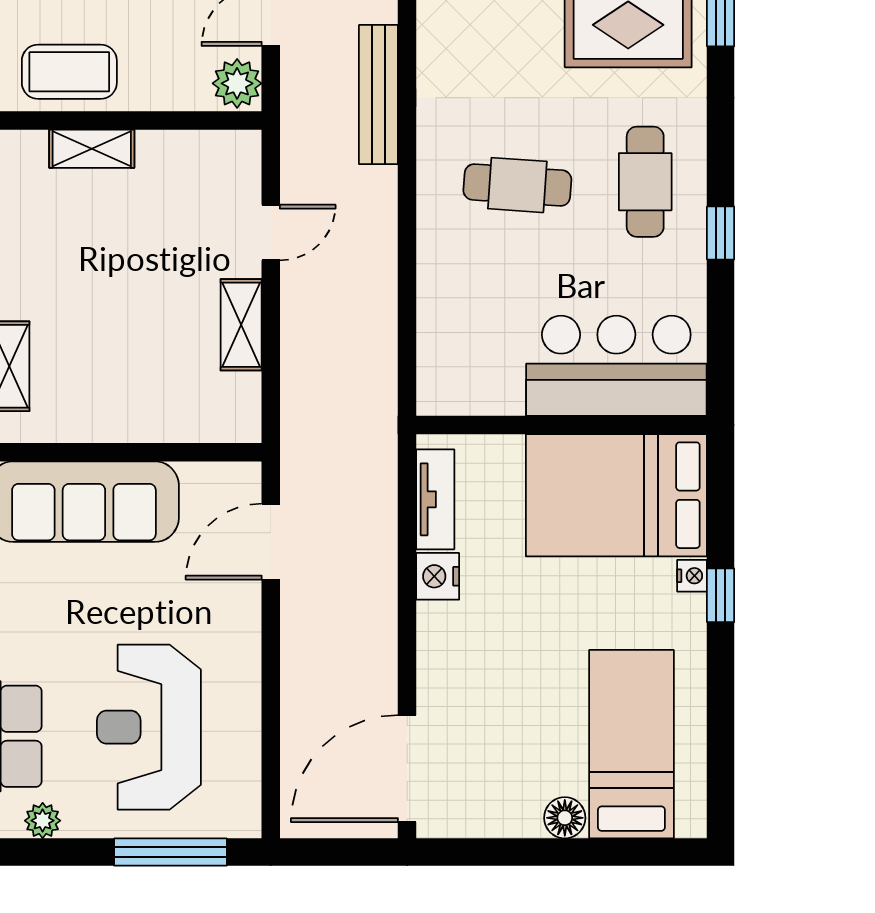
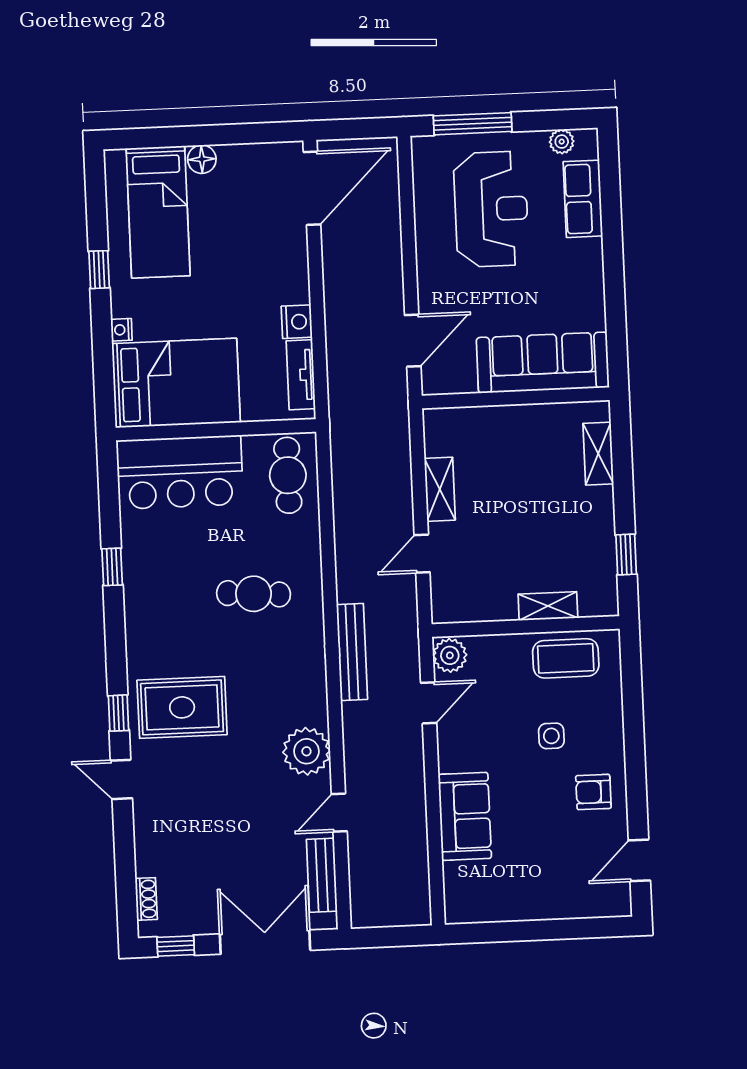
cafe table: (645, 182) -> (288, 475), moved
window: (721, 595) -> (99, 270), moved

